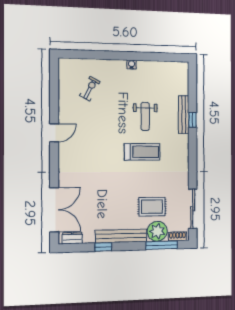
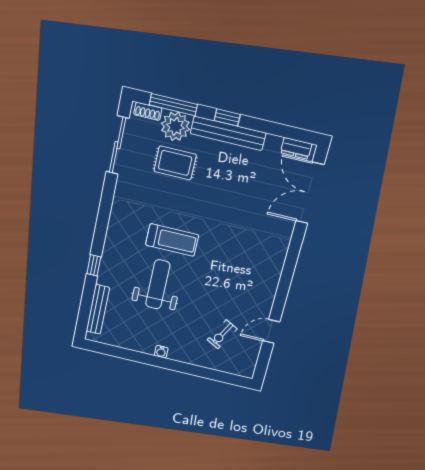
bench: (184, 115) -> (98, 309), moved
weight bench: (145, 116) -> (158, 284), width x1.36, depth x1.33
door: (54, 133) -> (271, 331), moved
treadmill: (142, 152) -> (172, 240), turned 180
window: (103, 247) -> (227, 117), moved

